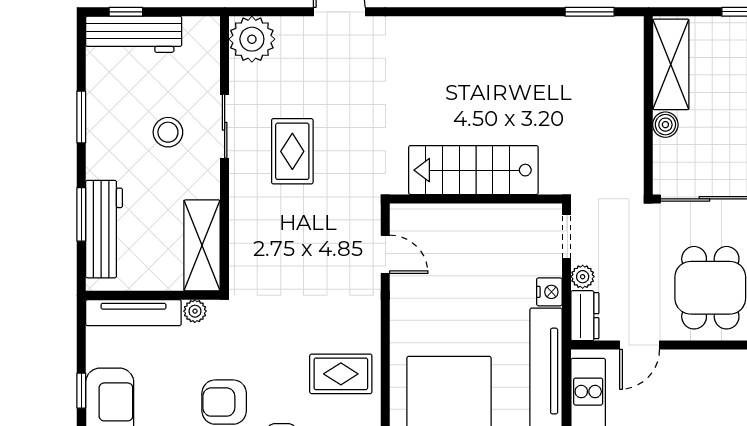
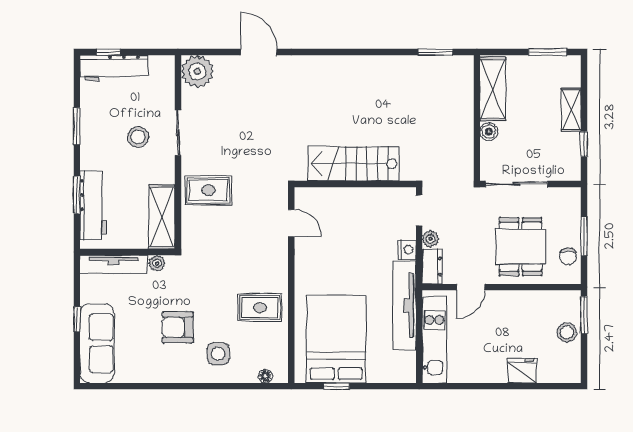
rug: (292, 151) -> (208, 190), moved, turned 90

